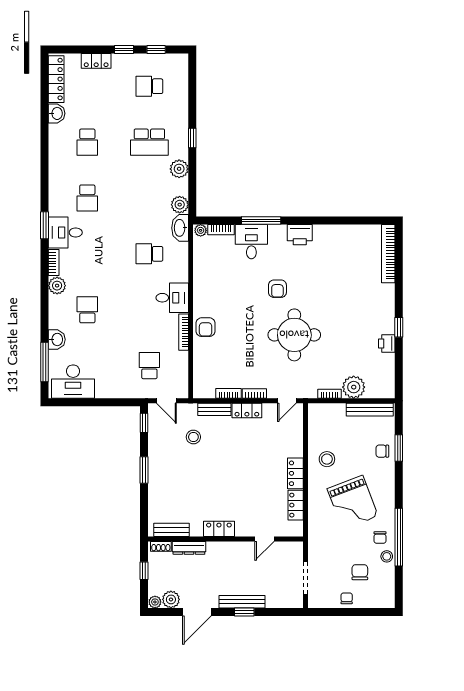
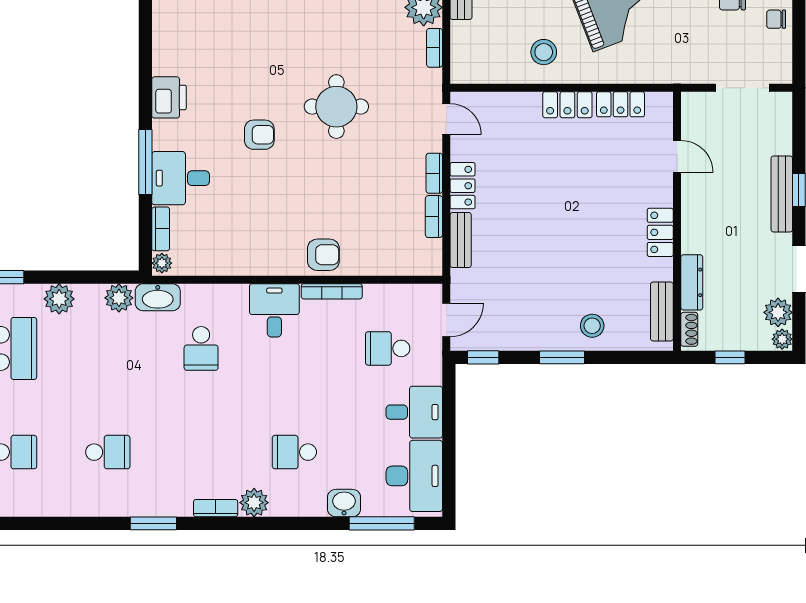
desk: (65, 232) -> (414, 412), moved, turned -90
round table: (294, 335) -> (336, 107), width x0.73, depth x0.73
stool: (193, 437) -> (592, 326), moved

